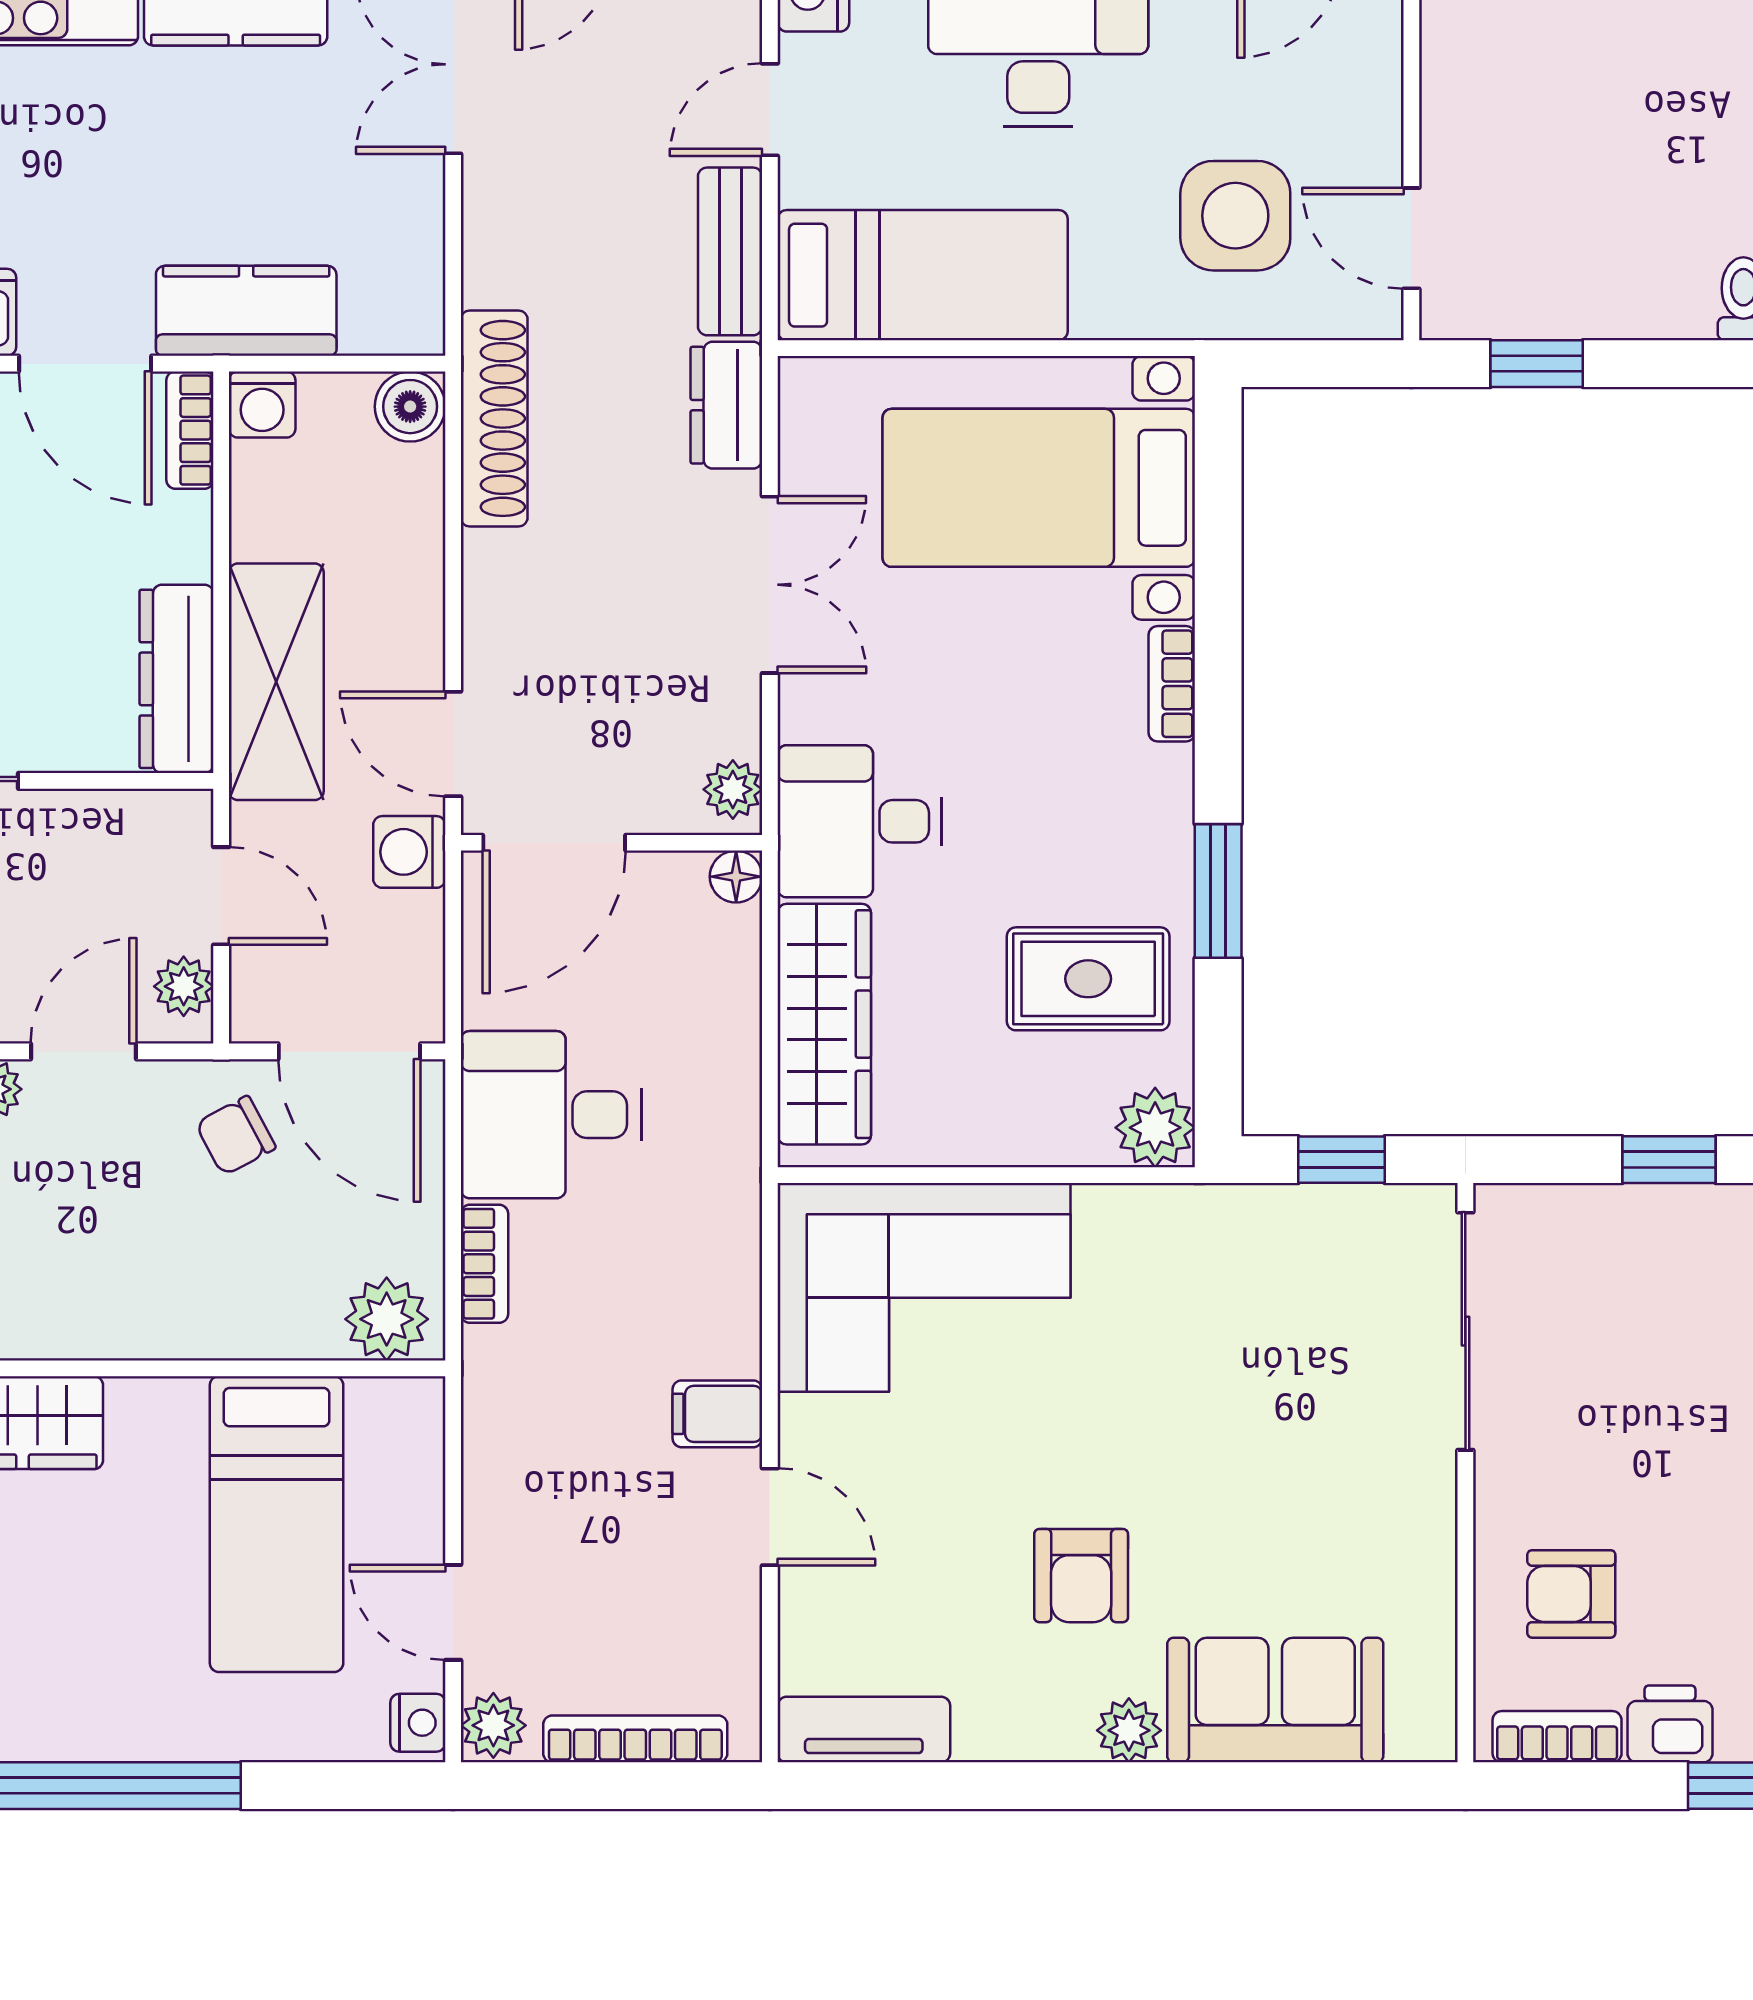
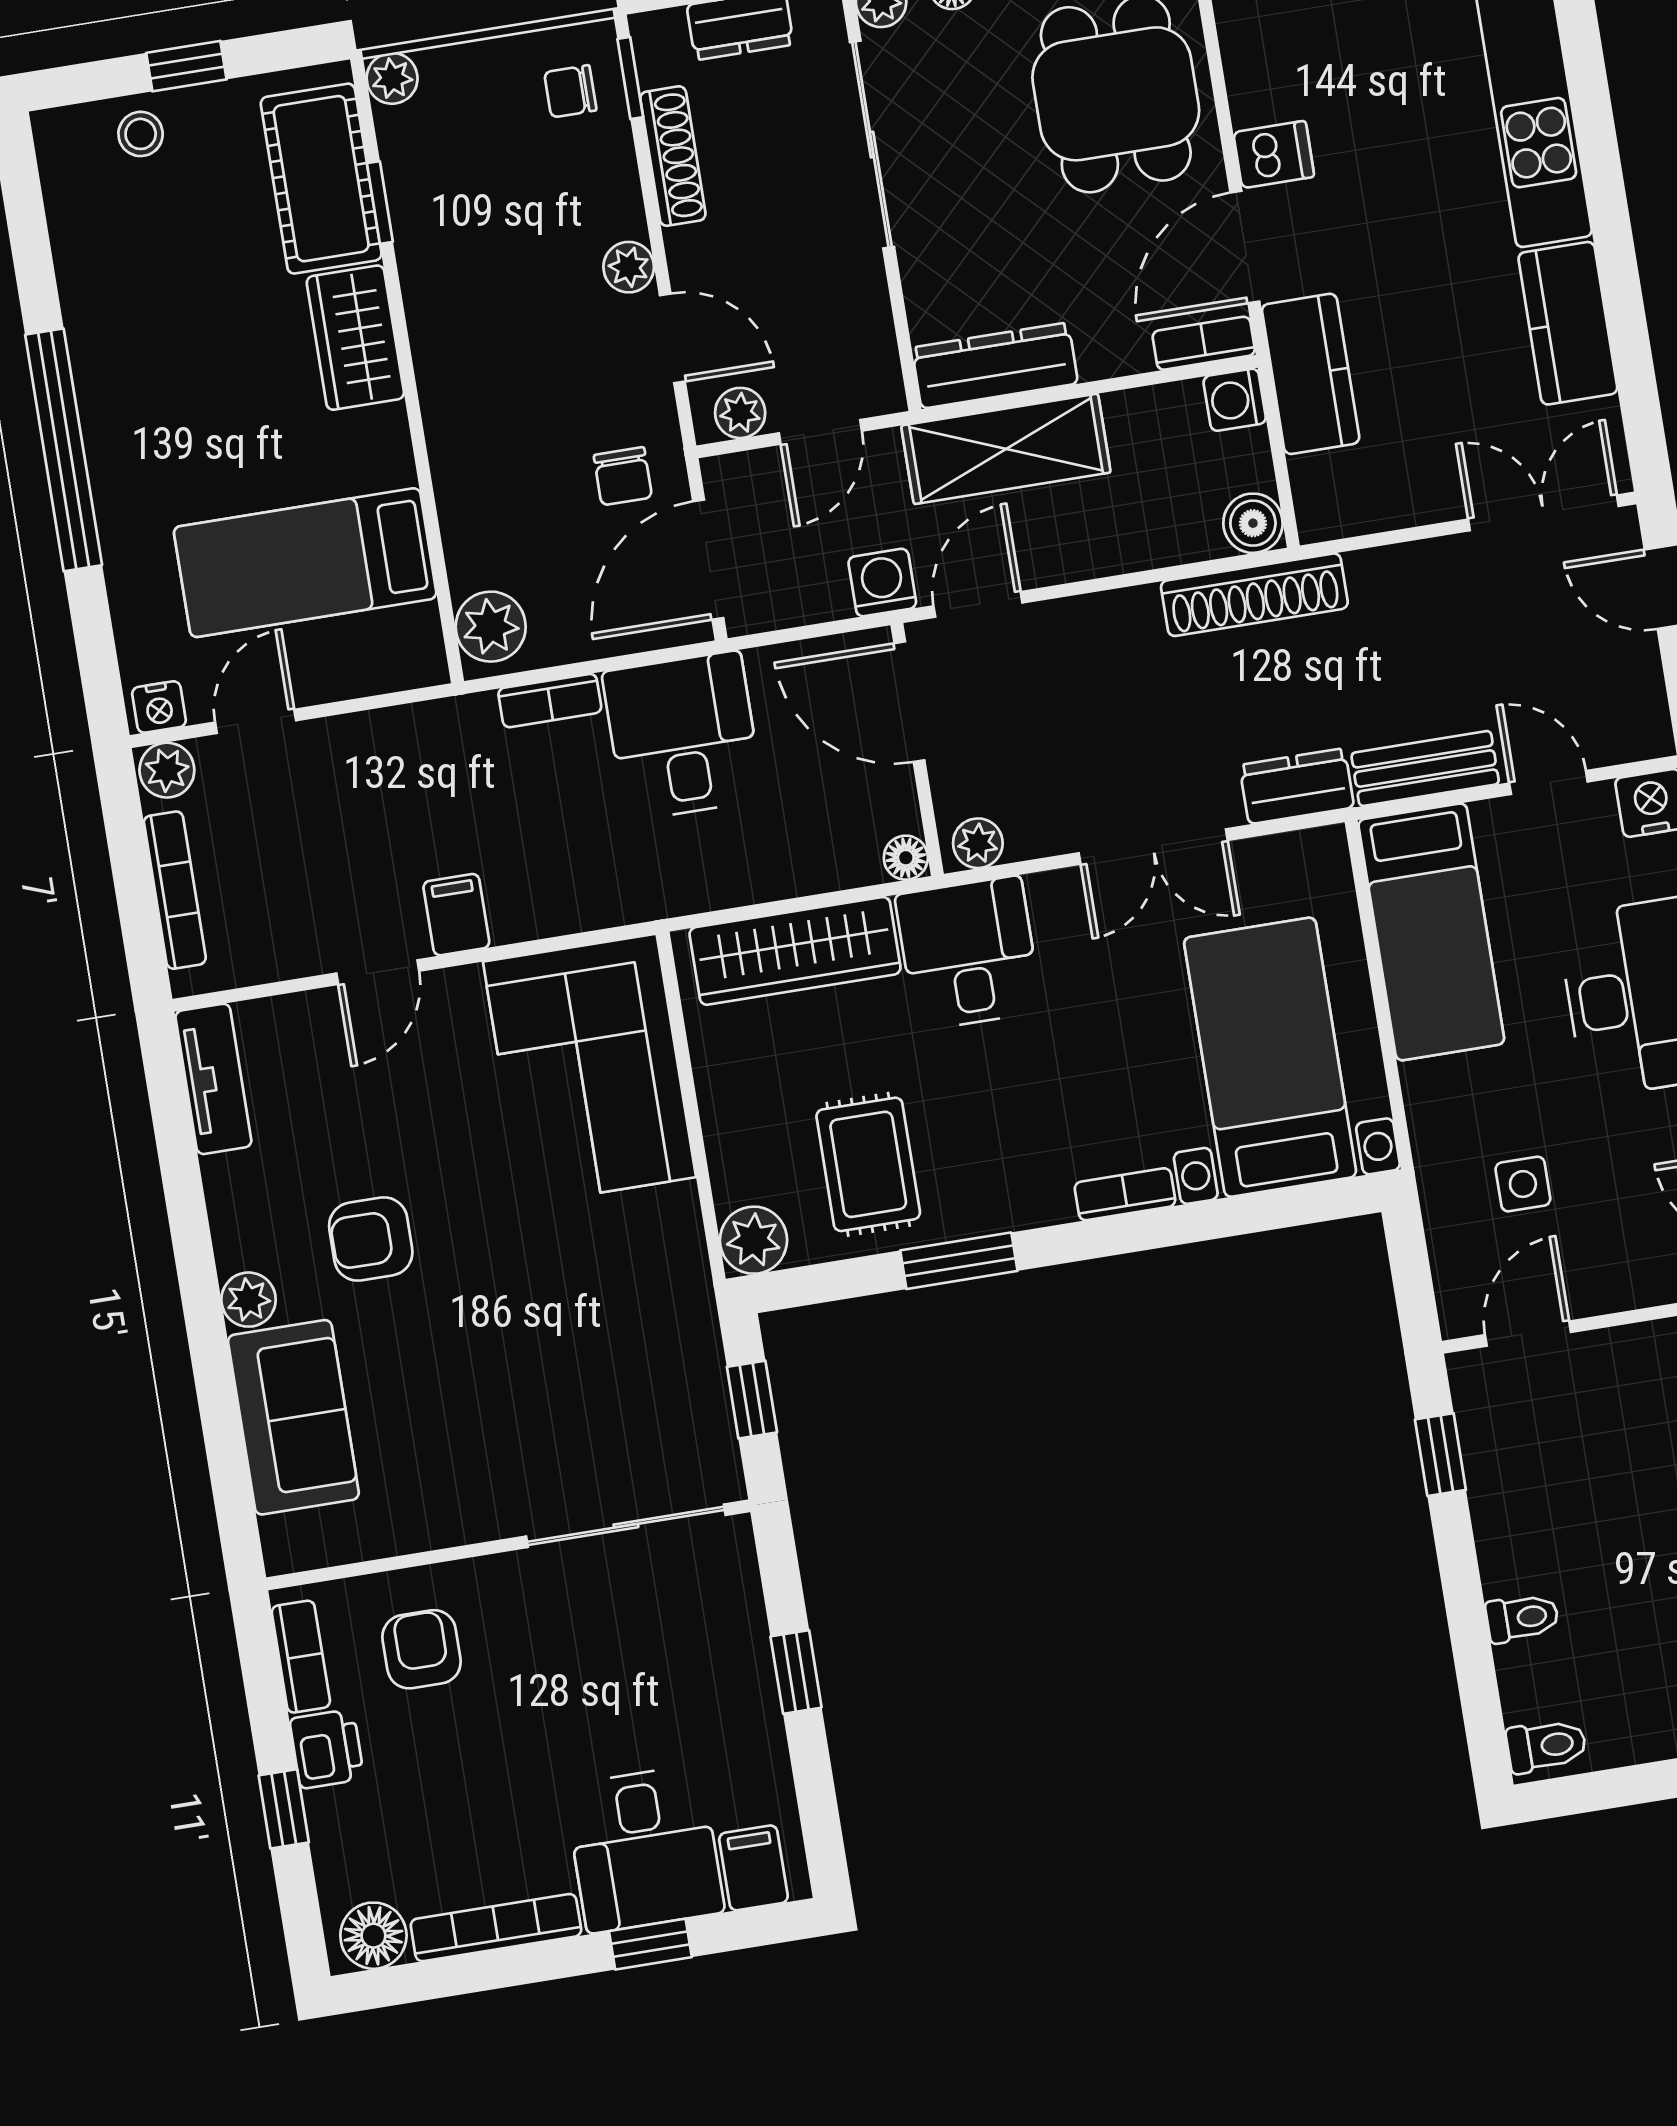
side table: (1235, 216) -> (1523, 1184), width x0.54, depth x0.54
chair: (236, 1136) -> (623, 476), turned -152

